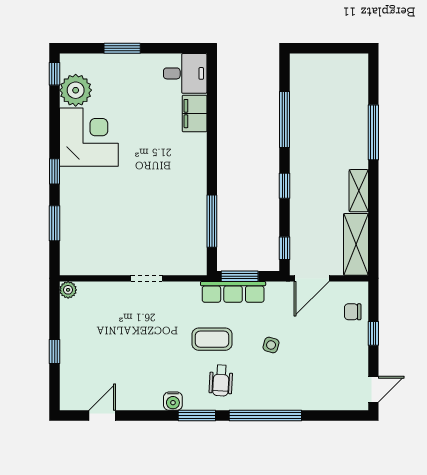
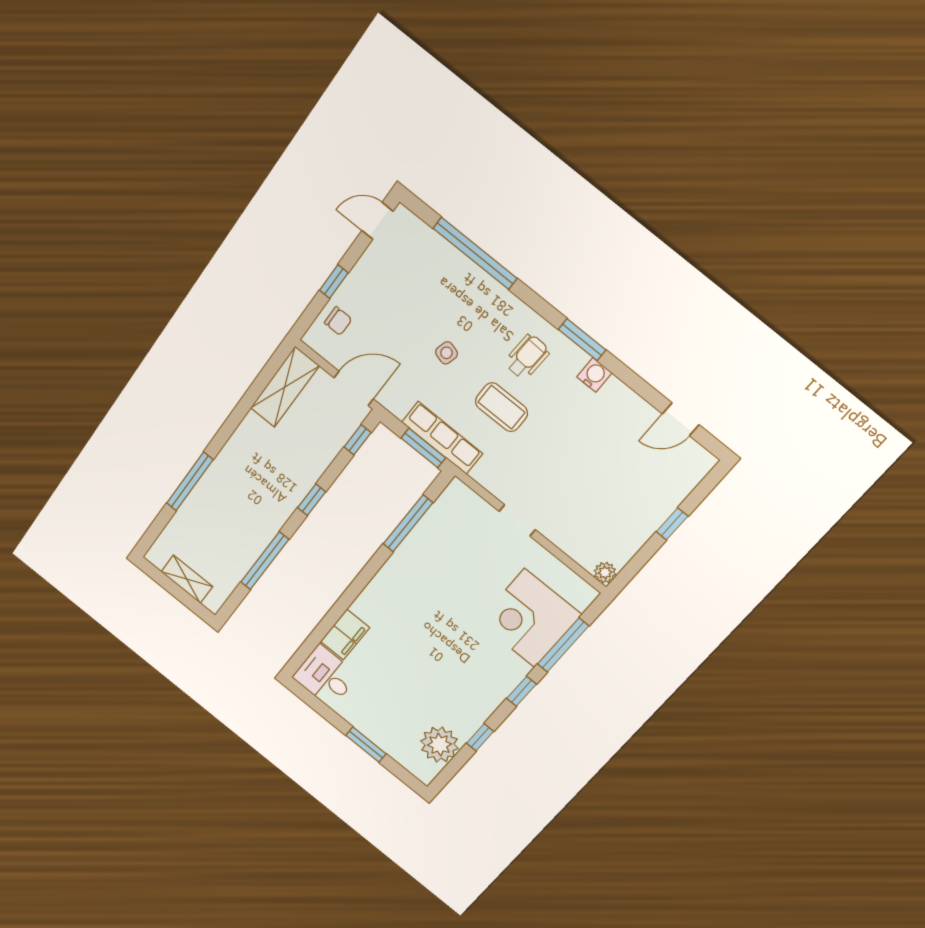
window: (55, 74) -> (480, 737), moved
corner desk: (89, 137) -> (530, 618), moved
shelving: (359, 191) -> (187, 579), moved, turned 90
window: (55, 223) -> (563, 645), width x1.44
window: (265, 416) -> (475, 253), moved

